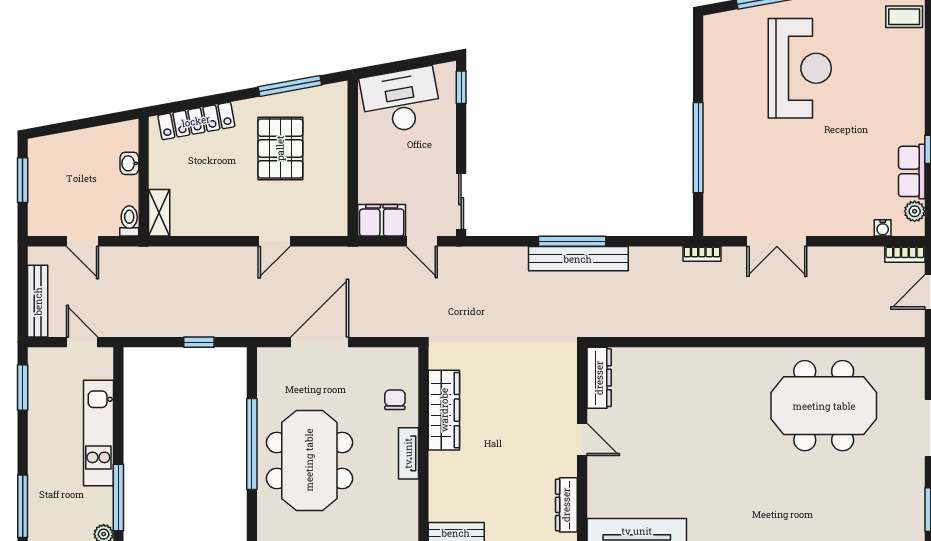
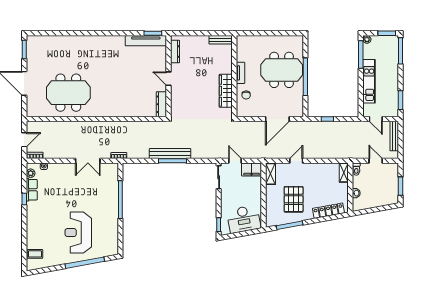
shelving: (336, 210) -> (271, 174), added
double door: (777, 241) -> (88, 161), swing flipped
meeting table: (309, 460) -> (282, 70), turned 90

